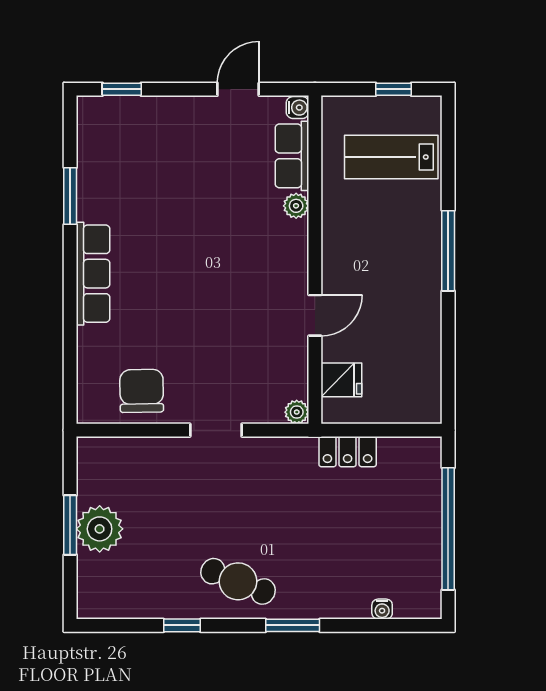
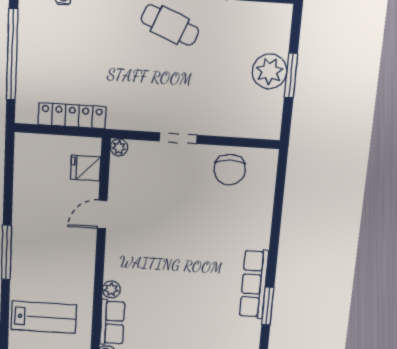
row of seats: (93, 274) -> (254, 284), moved
locker: (348, 452) -> (72, 116), width x1.53

